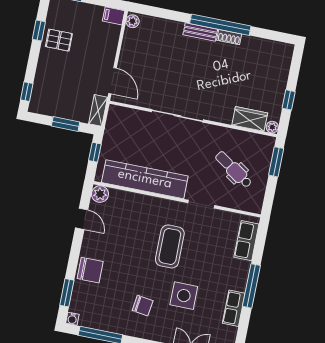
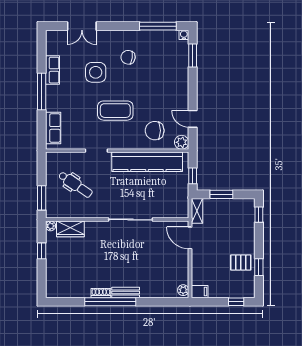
coffee table: (170, 246) -> (115, 111), turned 90
chair: (90, 270) -> (155, 131), moved

